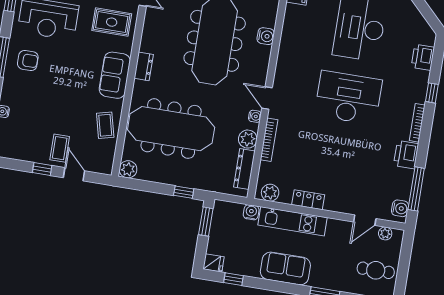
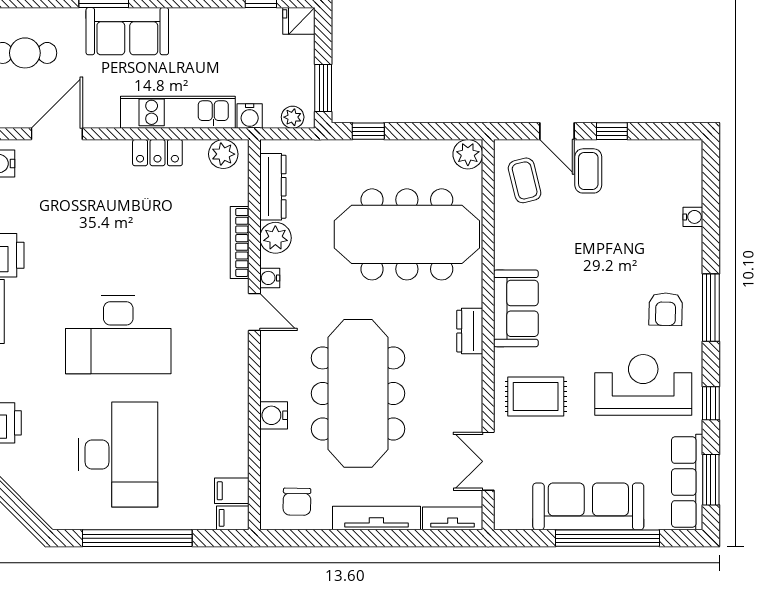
armchair: (28, 60) -> (666, 309), turned -89
coffee table: (105, 125) -> (525, 180), moved
door: (365, 220) -> (57, 134), width x1.38
plant: (385, 233) -> (293, 117), moved
sofa: (285, 268) -> (127, 31), moved

